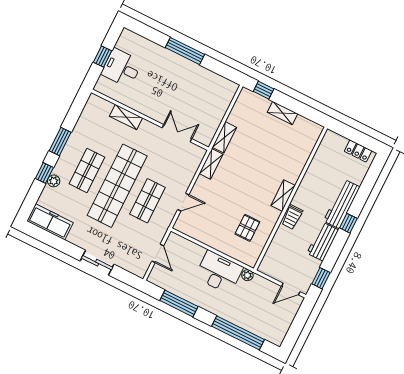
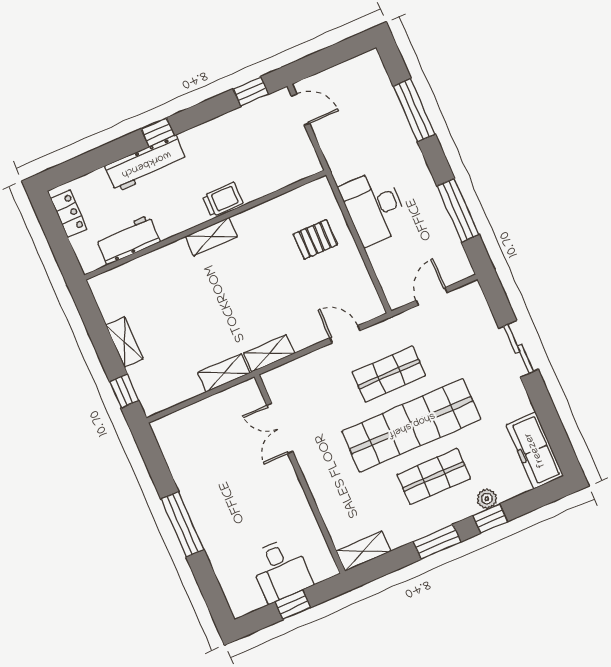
shelving: (126, 117) -> (363, 551), moved, turned 90
pallet: (247, 228) -> (315, 239), moved
workbench: (323, 242) -> (128, 240), moved, turned 180
plant: (247, 275) -> (341, 173), removed
window: (238, 333) -> (414, 110), width x0.68

